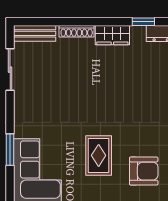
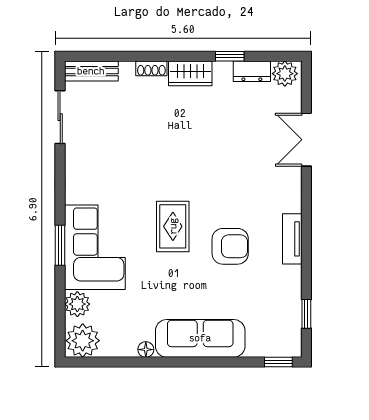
shoe rack: (77, 31) -> (151, 68), width x0.70
window: (10, 150) -> (60, 245), moved

